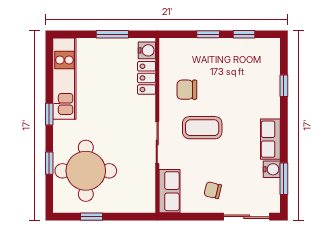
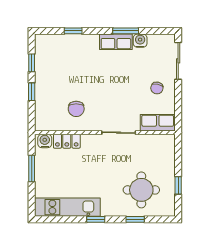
coffee table: (202, 128) -> (107, 96), removed
round table: (86, 171) -> (141, 190), width x0.73, depth x0.73
window: (284, 179) -> (126, 31), moved

